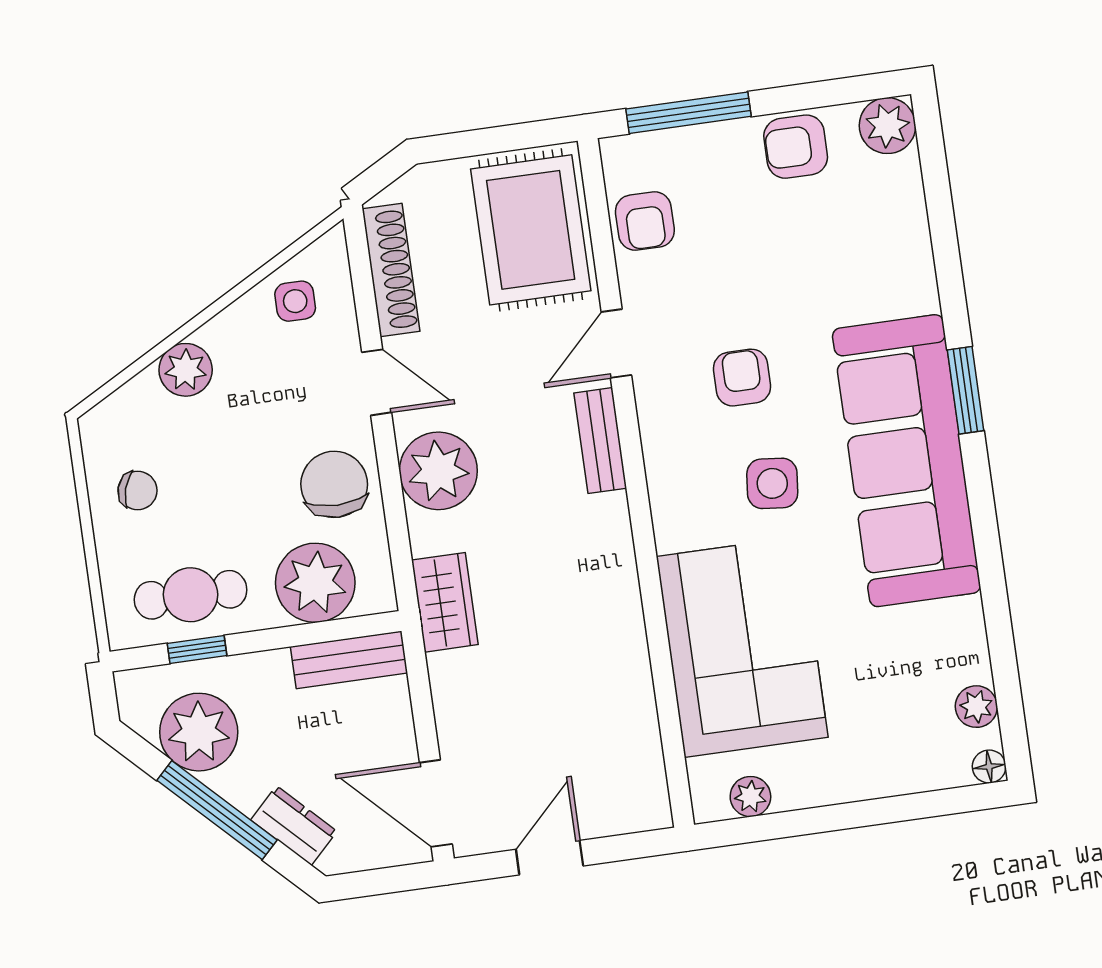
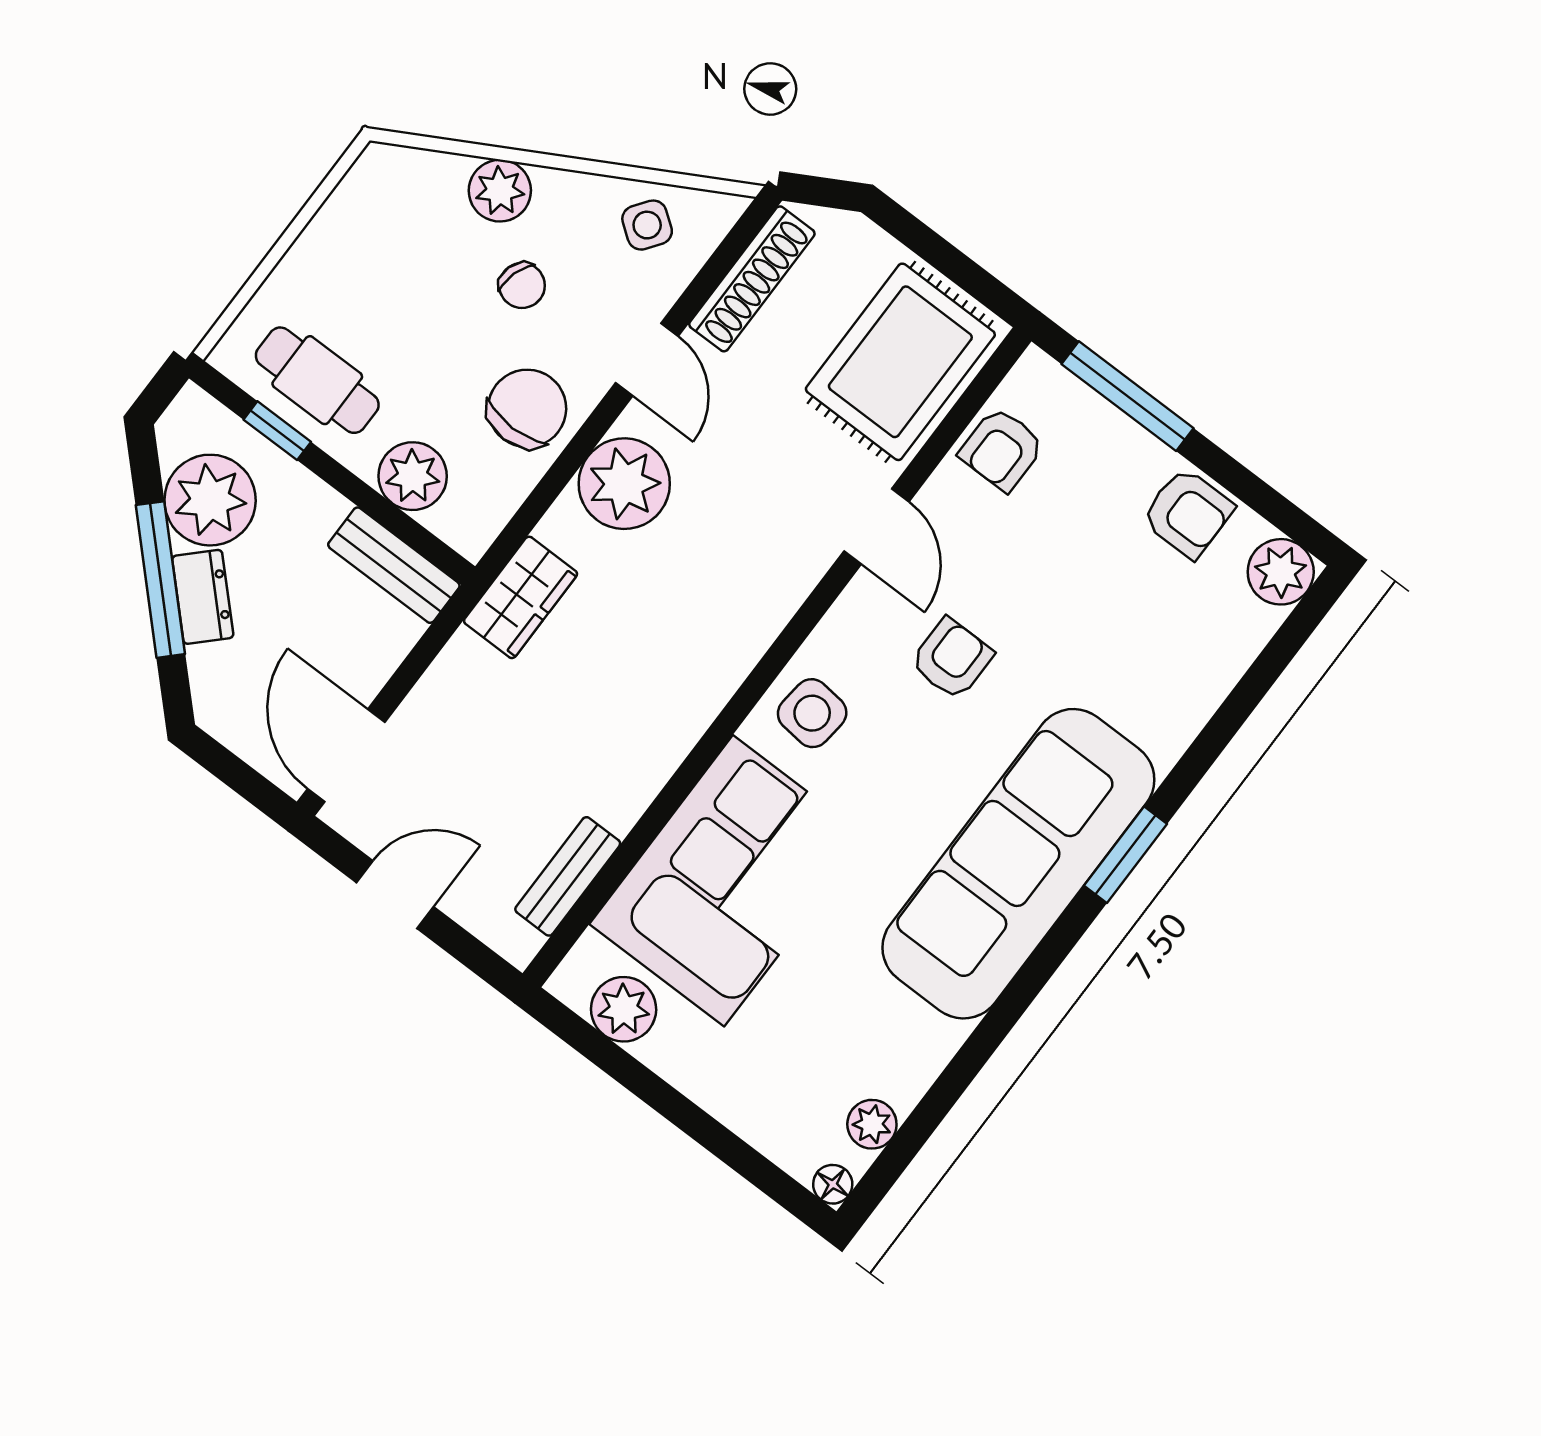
armchair: (796, 147) -> (1188, 513), turned 180
side table: (295, 301) -> (647, 225), turned 36
door: (616, 344) -> (877, 526), swing flipped
bench: (600, 441) -> (568, 876), moved
side table: (772, 483) -> (812, 713), moved
chair: (138, 491) -> (522, 285), moved
plant: (315, 583) -> (413, 476), width x0.73, depth x0.73
plant: (750, 796) -> (624, 1009), width x1.38, depth x1.38
dresser: (294, 826) -> (203, 597), moved

